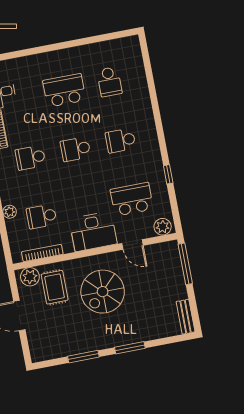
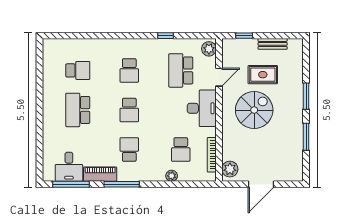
school desk: (30, 158) -> (129, 149), turned 180
window: (185, 264) -> (244, 36), width x0.46
rug: (55, 287) -> (263, 75), moved
spiral stairs: (103, 292) -> (254, 110), turned -90
bench: (186, 317) -> (273, 44), moved

